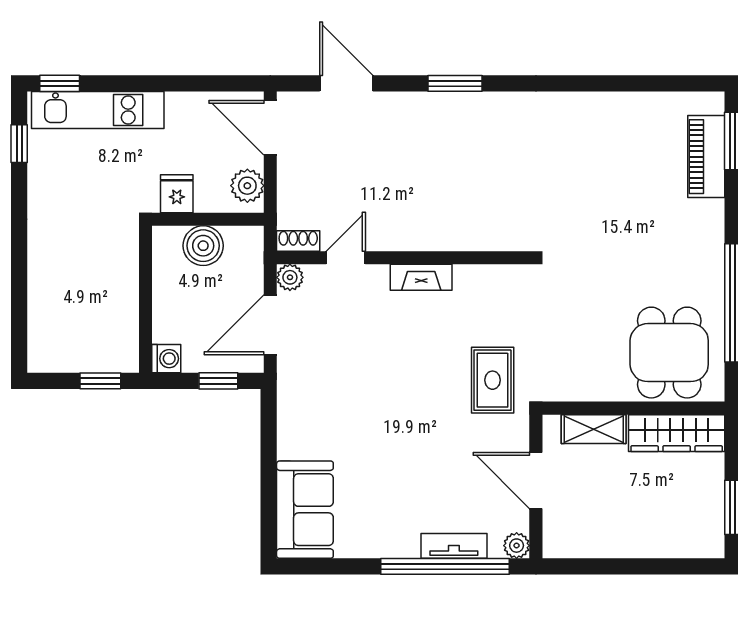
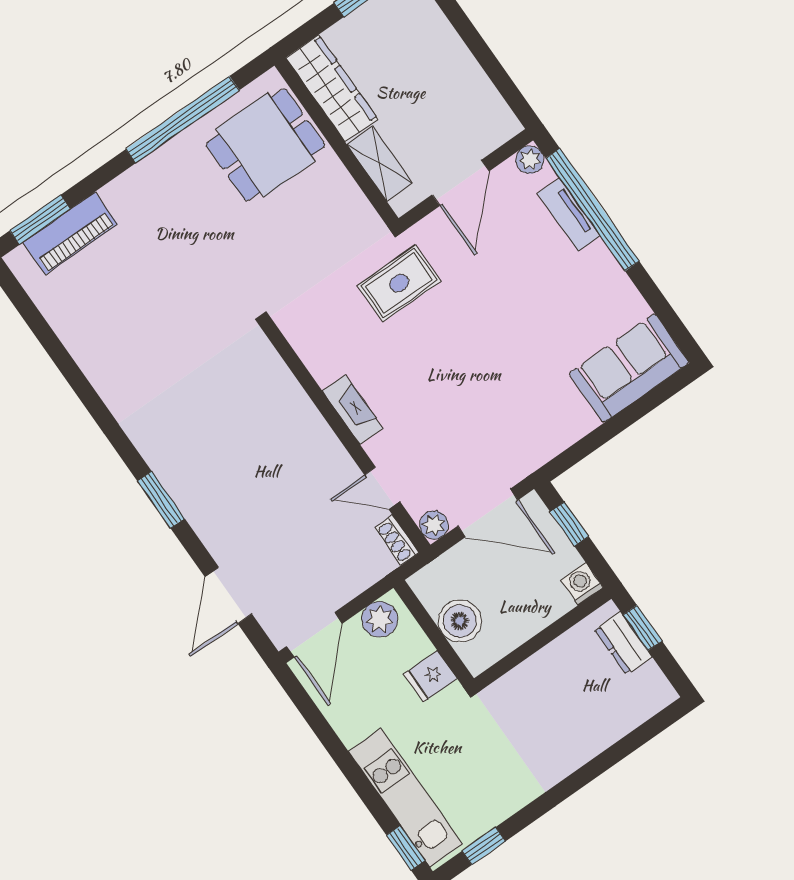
dresser: (99, 358) -> (623, 643), added

